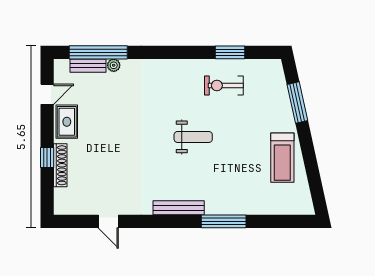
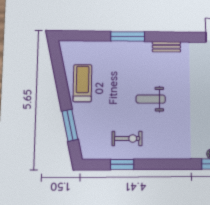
bench: (179, 208) -> (166, 47), width x0.73

